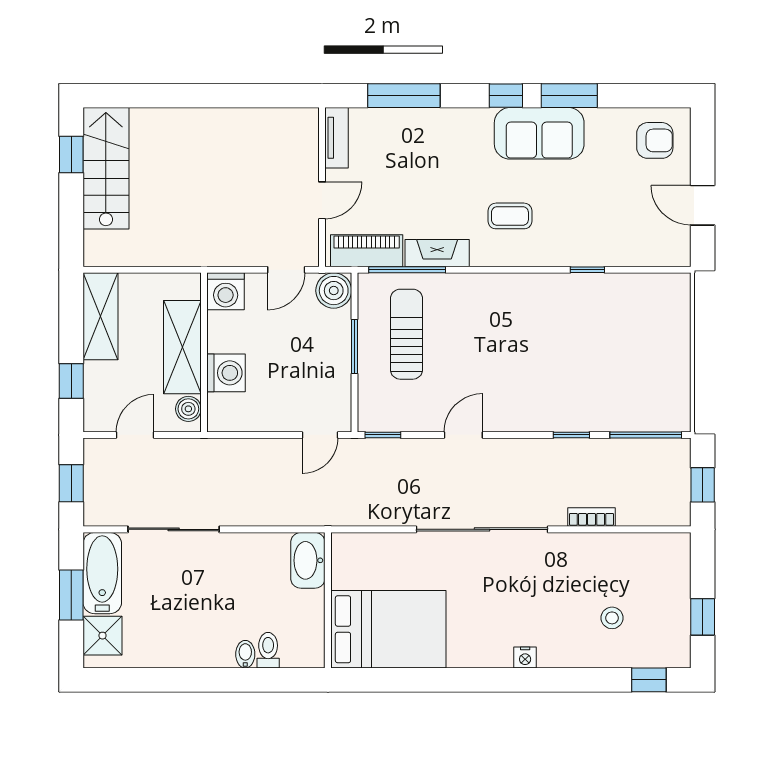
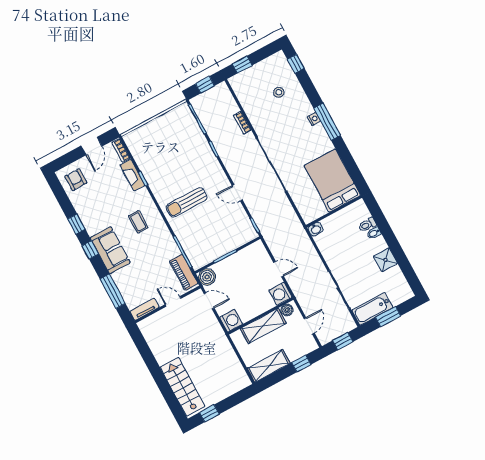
window: (569, 96) -> (76, 224), width x0.67
sofa: (539, 133) -> (110, 250), moved
stairs: (106, 168) -> (182, 387), moved, turned 90
fireplace: (437, 253) -> (132, 175), moved
bookcase: (664, 257) -> (121, 150), added
sun lounger: (407, 334) -> (187, 202), moved
washing machine: (226, 373) -> (280, 294), moved, turned -90
door: (135, 435) -> (309, 326), swing flipped
door: (320, 435) -> (279, 269), moved
washbasin: (308, 560) -> (316, 229), width x0.52, depth x0.69
window: (703, 617) -> (242, 65), moved
shower: (102, 636) -> (385, 260), moved
window: (506, 680) -> (327, 122), added

